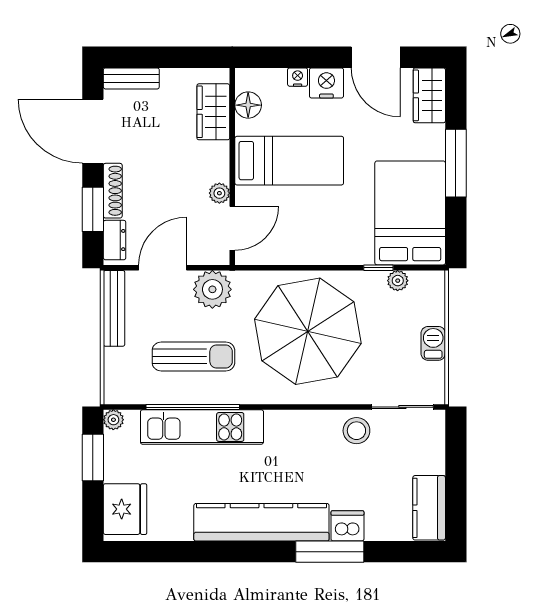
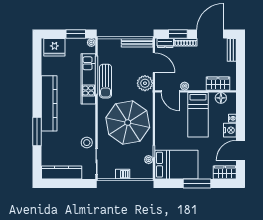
sun lounger: (193, 357) -> (106, 81), moved
kitchen counter: (429, 508) -> (62, 172), width x1.50
dishwasher: (347, 526) -> (48, 139), removed

